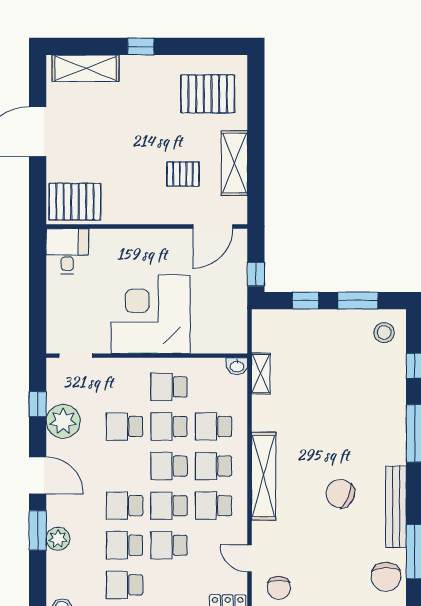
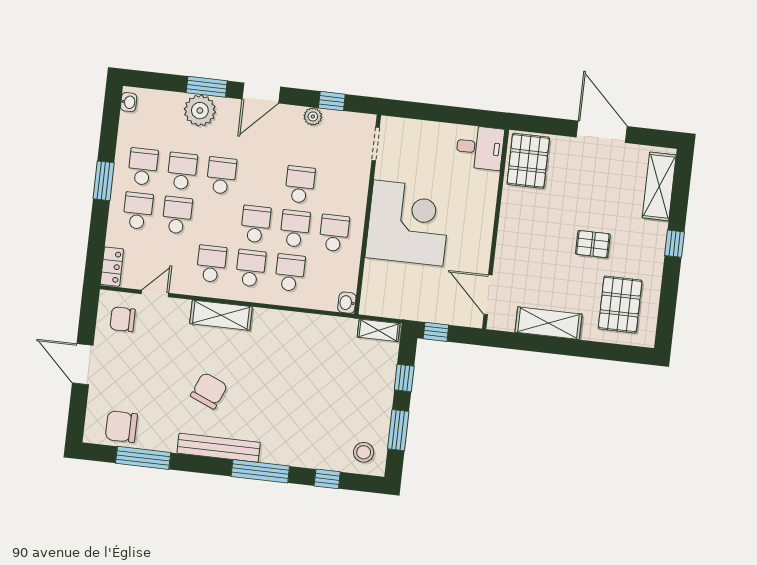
pallet: (183, 174) -> (593, 244), moved, turned 90
shelving: (261, 373) -> (379, 330), moved
plant: (63, 421) -> (313, 116), width x0.53, depth x0.53
shelving: (264, 476) -> (221, 315), width x0.68
school desk: (169, 506) -> (138, 211), moved
bench: (396, 507) -> (219, 448), moved
plant: (58, 539) -> (200, 111), width x1.36, depth x1.36

